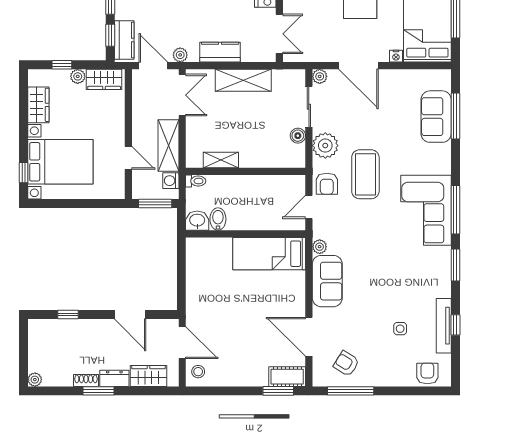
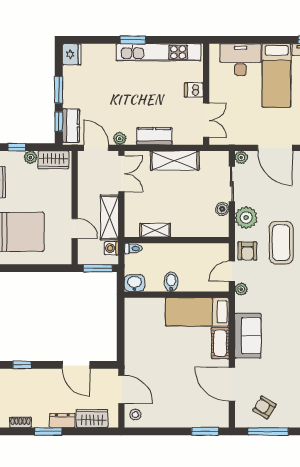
bidet: (218, 219) -> (171, 282), moved
plant: (320, 247) -> (241, 289), moved
cot: (287, 377) -> (220, 343), moved, turned 90
shoe rack: (86, 380) -> (20, 422), moved

